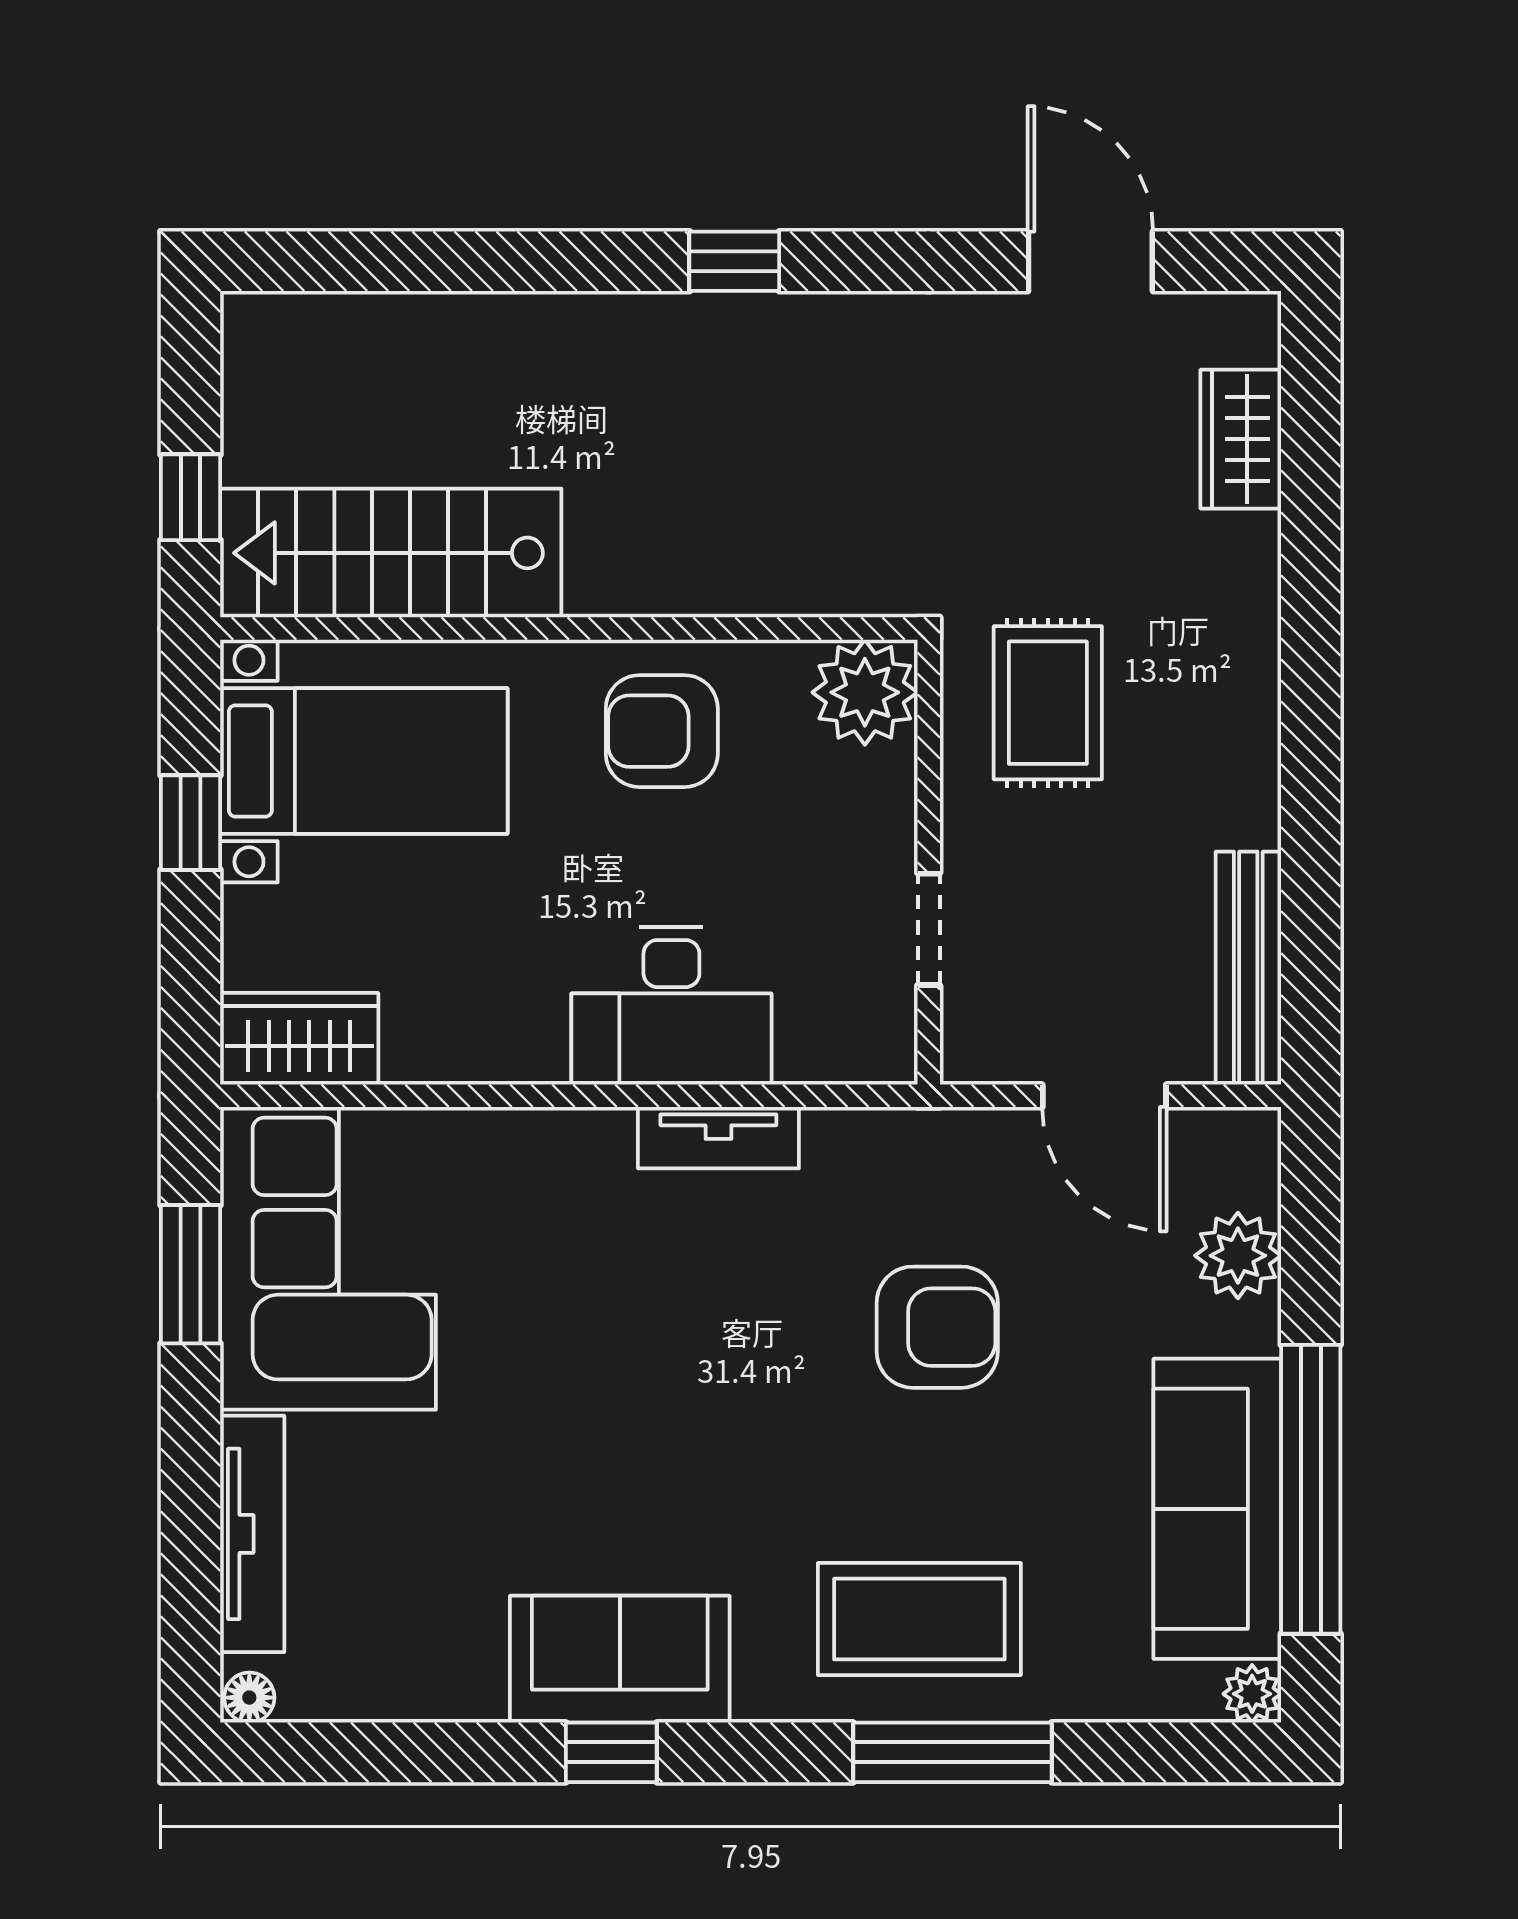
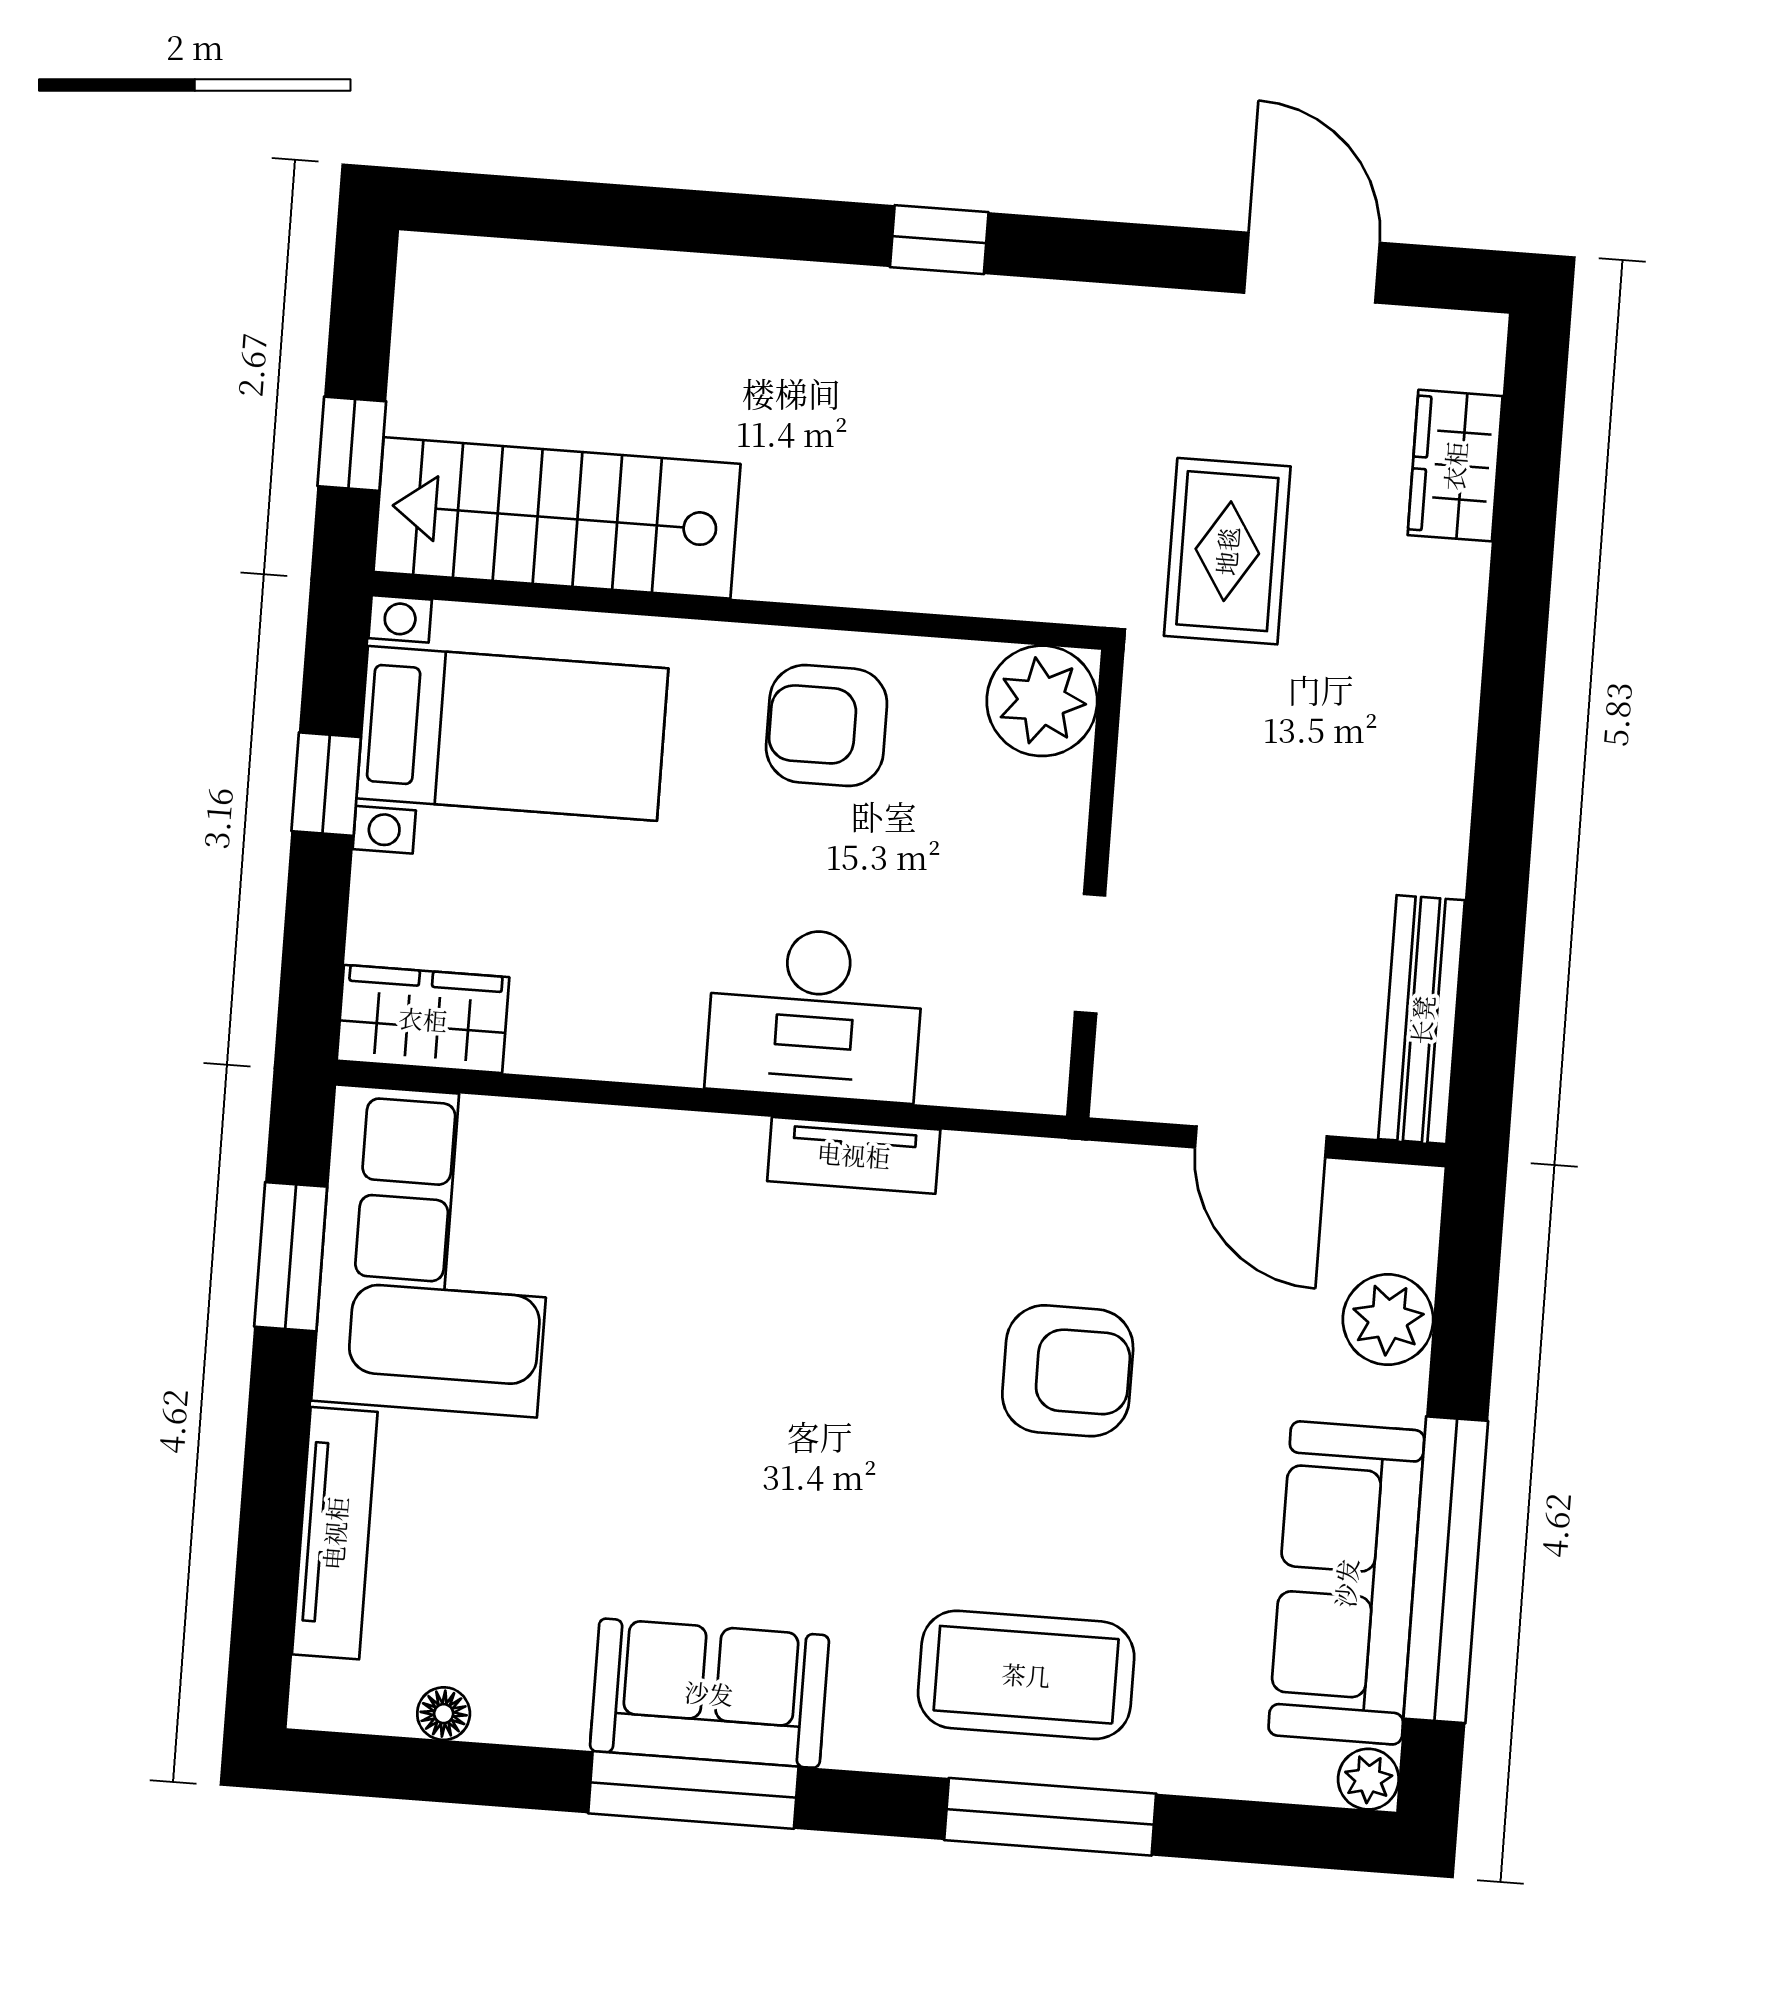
rug: (1048, 703) -> (1227, 551), moved
floor lamp: (249, 1698) -> (444, 1714), moved
window: (611, 1752) -> (693, 1790), width x2.17

